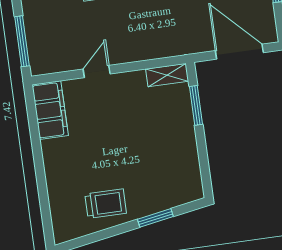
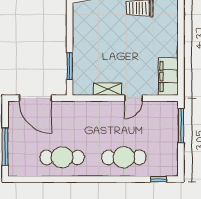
shelving: (167, 75) -> (107, 89), moved

